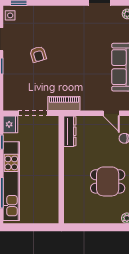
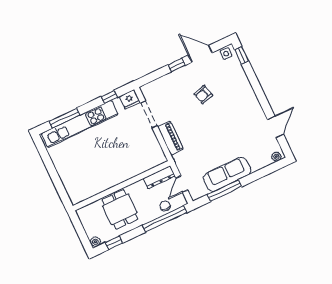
dresser: (70, 131) -> (159, 177), moved
wall: (61, 170) -> (122, 186), moved

